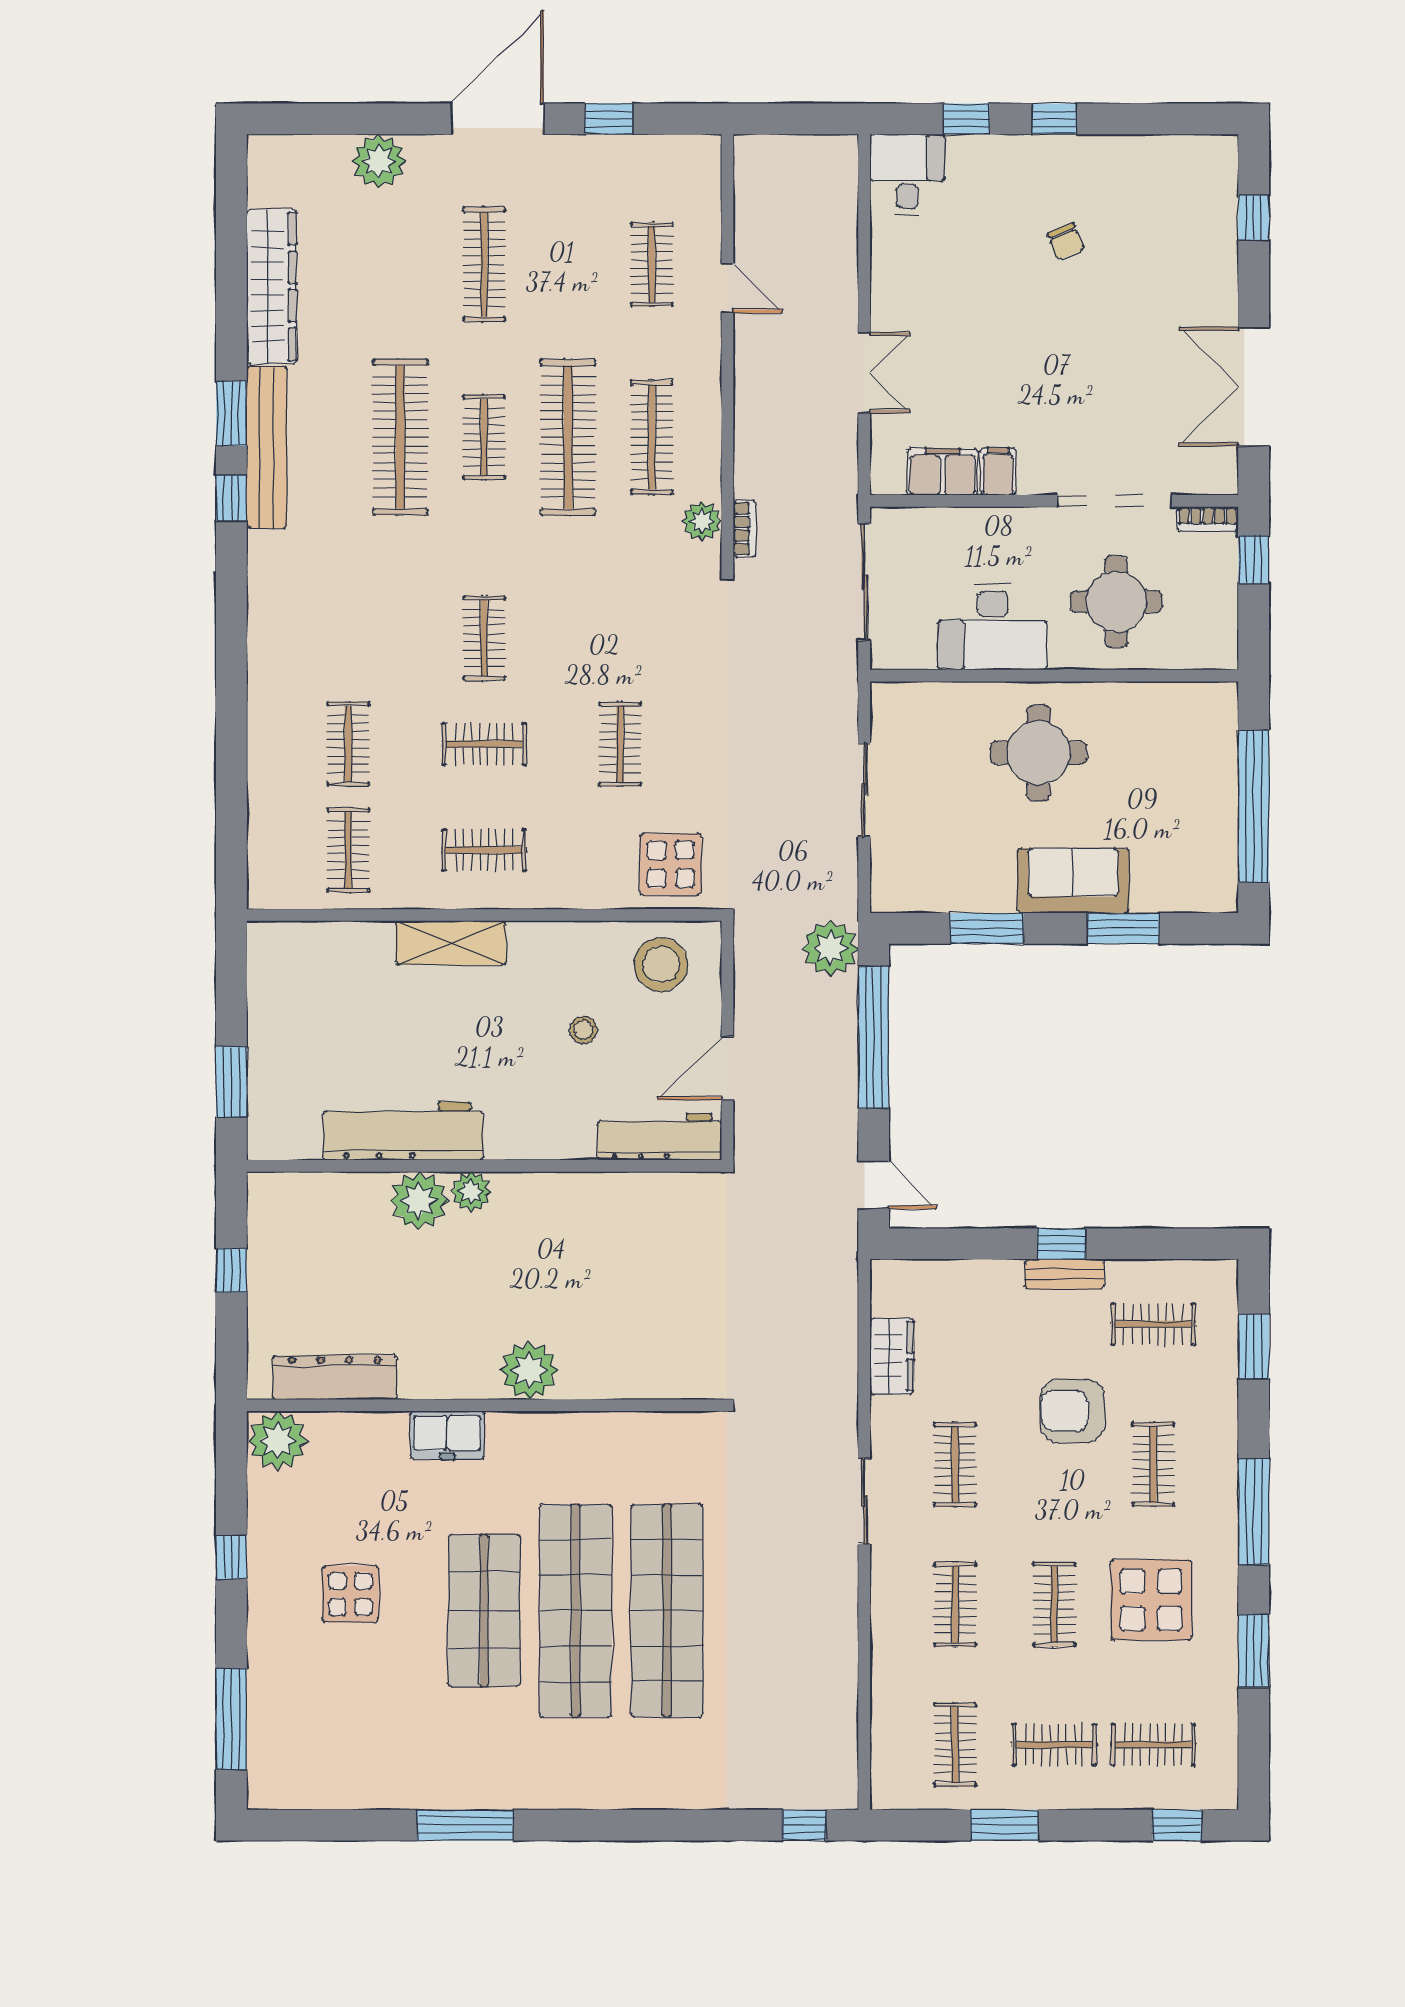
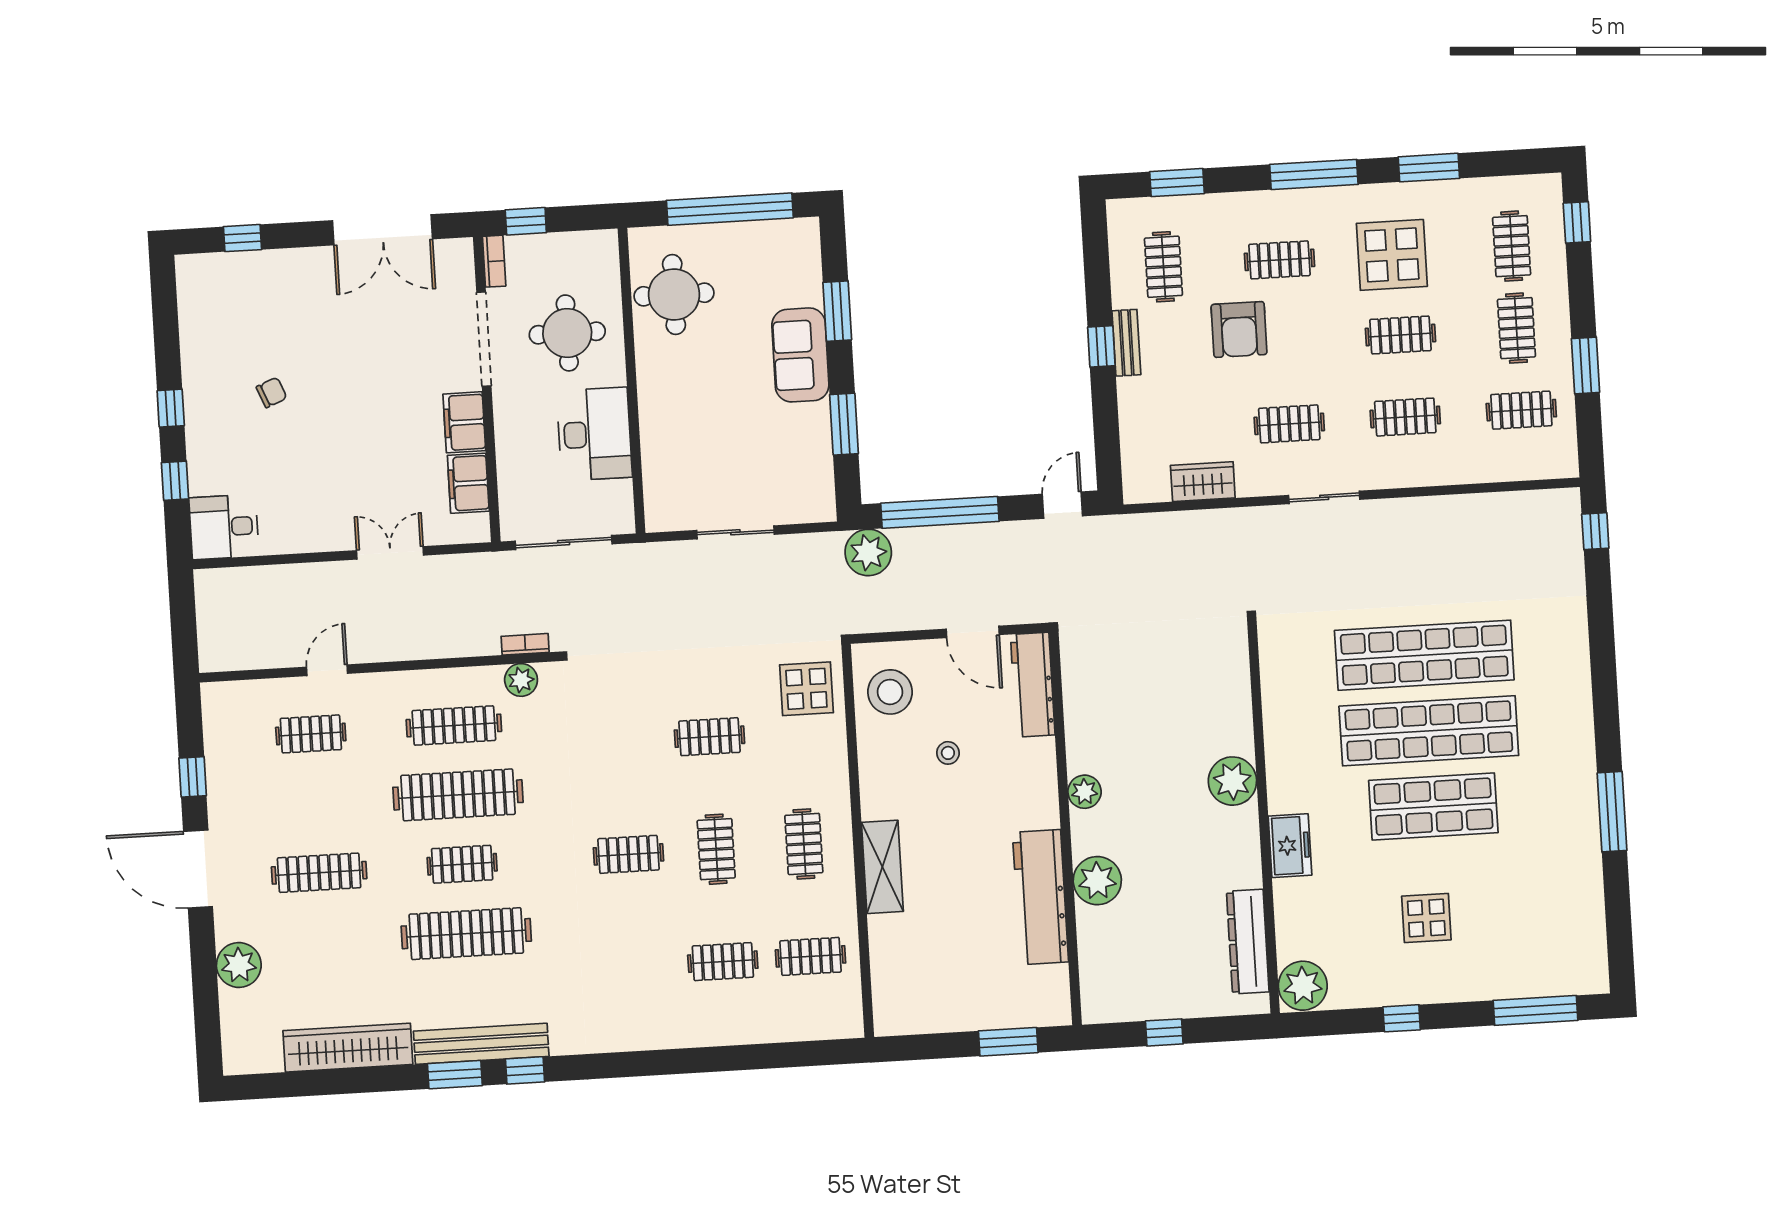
filing cabinet: (998, 471) -> (464, 422), width x2.00
round table: (1038, 753) -> (674, 295), moved
plant: (471, 1192) -> (1084, 792), moved

